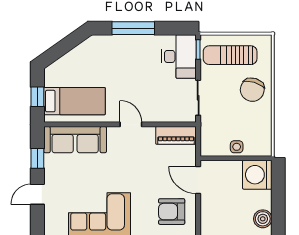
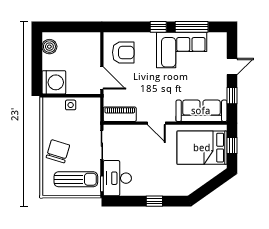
window: (133, 28) -> (154, 201), width x0.46
bed: (74, 101) -> (202, 148), width x1.50

